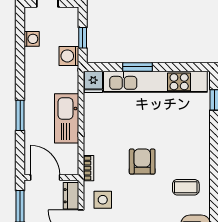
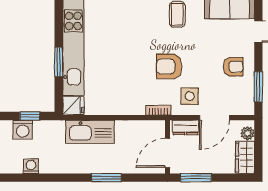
washing machine: (69, 56) -> (23, 130), moved
kitchen sink: (67, 118) -> (90, 132), moved
armchair: (142, 162) -> (169, 66), moved

